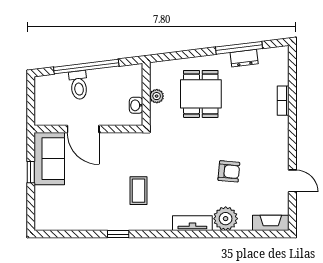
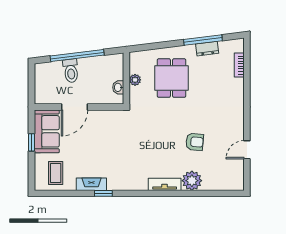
bookcase: (283, 101) -> (239, 65), moved
door: (83, 129) -> (75, 107), hinge flipped
door: (292, 181) -> (247, 150), swing flipped
coffee table: (139, 191) -> (56, 173), moved
fireplace: (271, 223) -> (91, 184), moved

